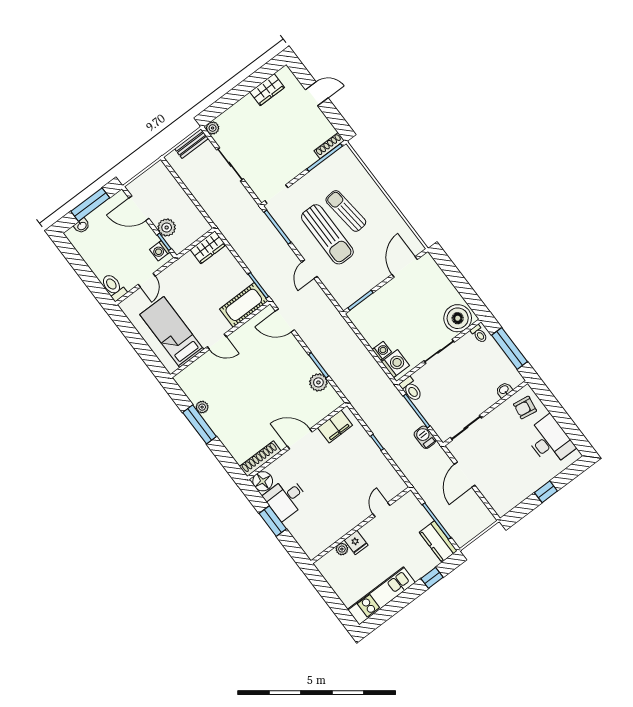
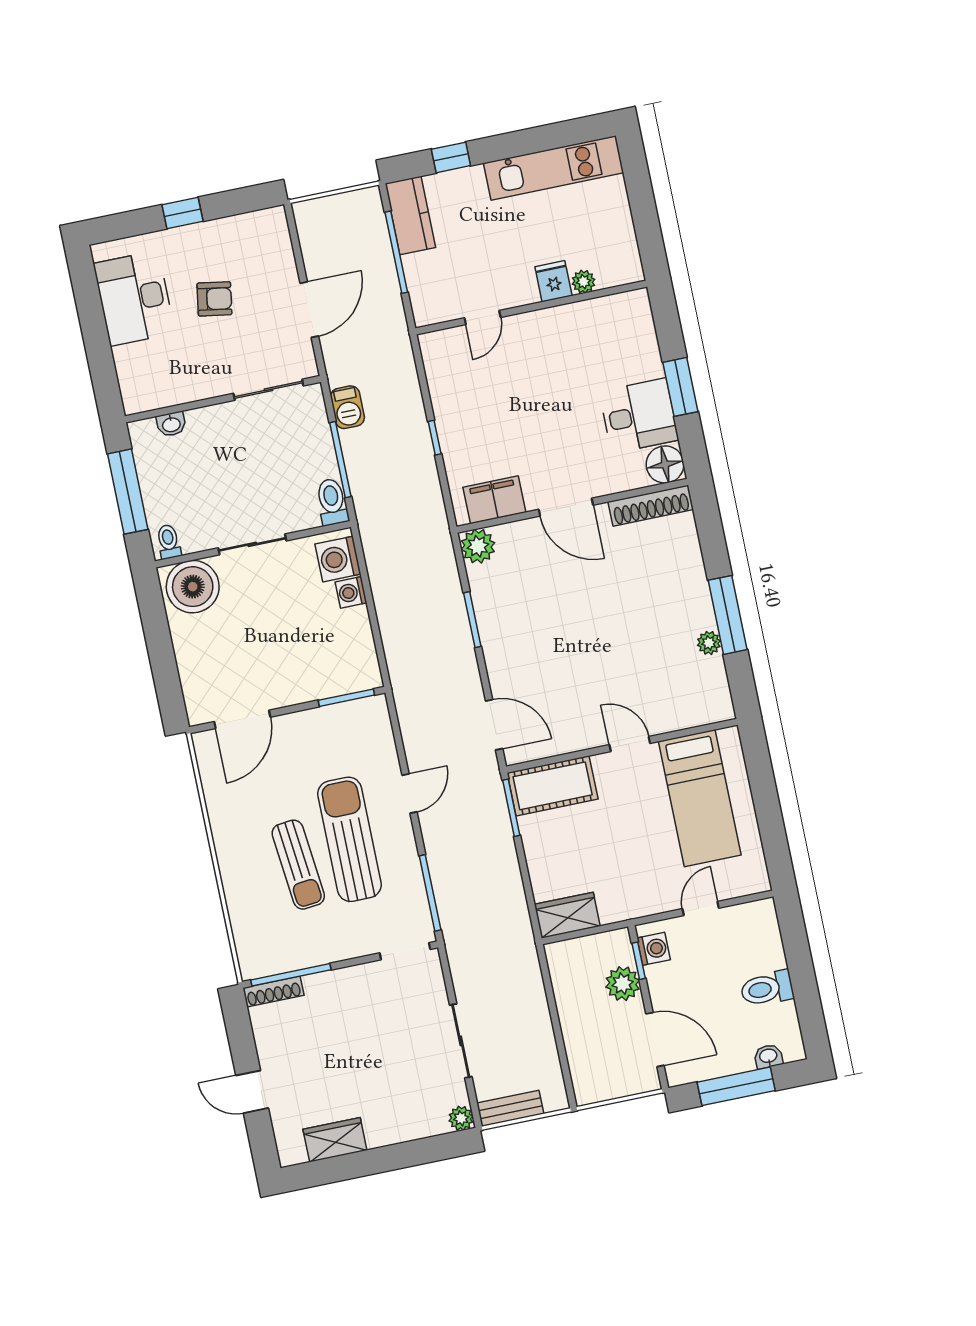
toilet: (114, 287) -> (767, 989), moved, turned 90
plant: (318, 382) -> (478, 546), moved
armchair: (525, 408) -> (214, 299), moved

